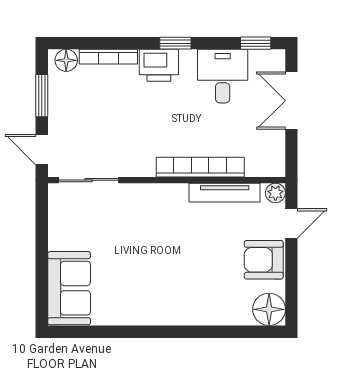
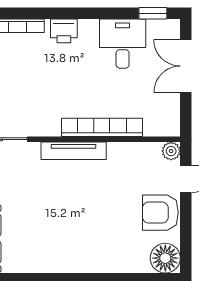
window: (175, 43) -> (79, 13), removed
printer: (159, 65) -> (64, 31), width x0.73, depth x0.81
tv unit: (225, 193) -> (74, 151), moved

